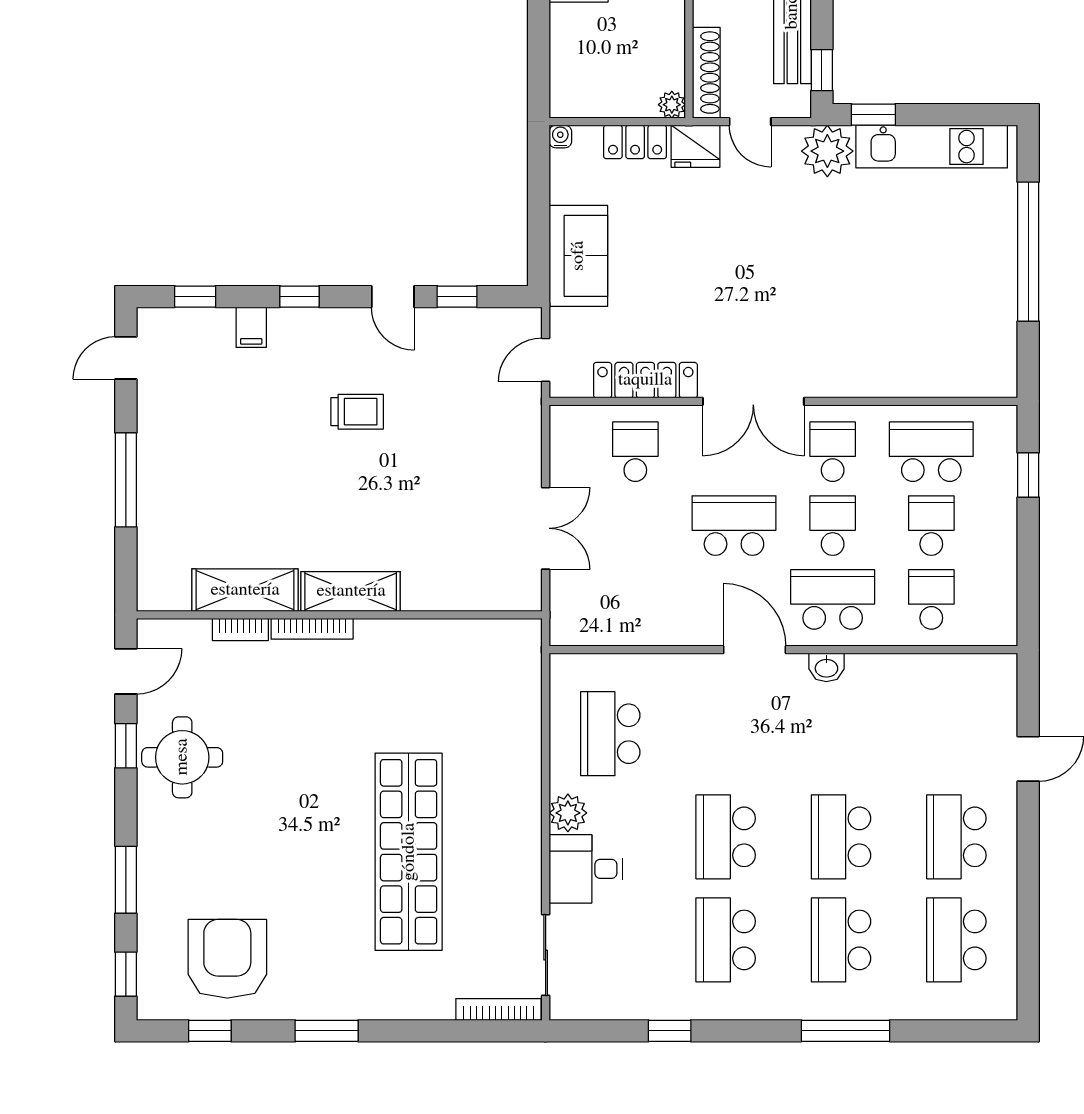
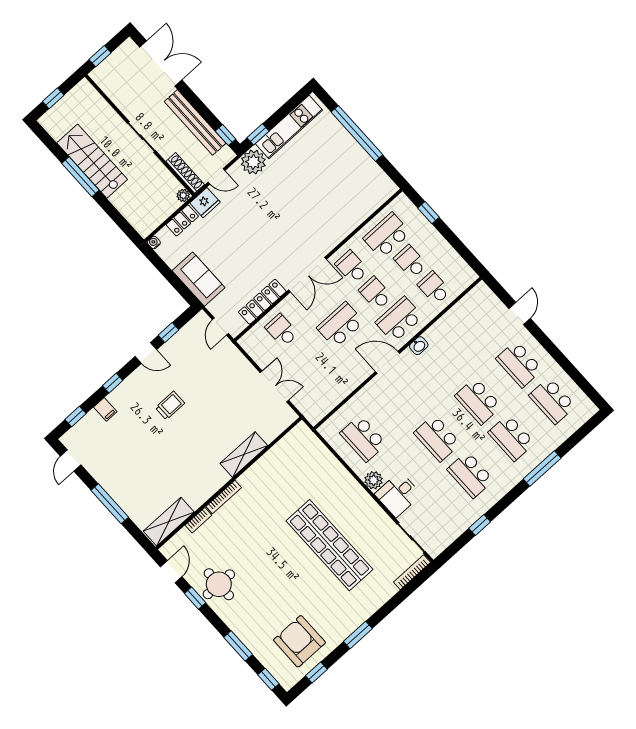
shelving: (245, 590) -> (169, 522), moved
shelving: (351, 591) -> (244, 455), moved

